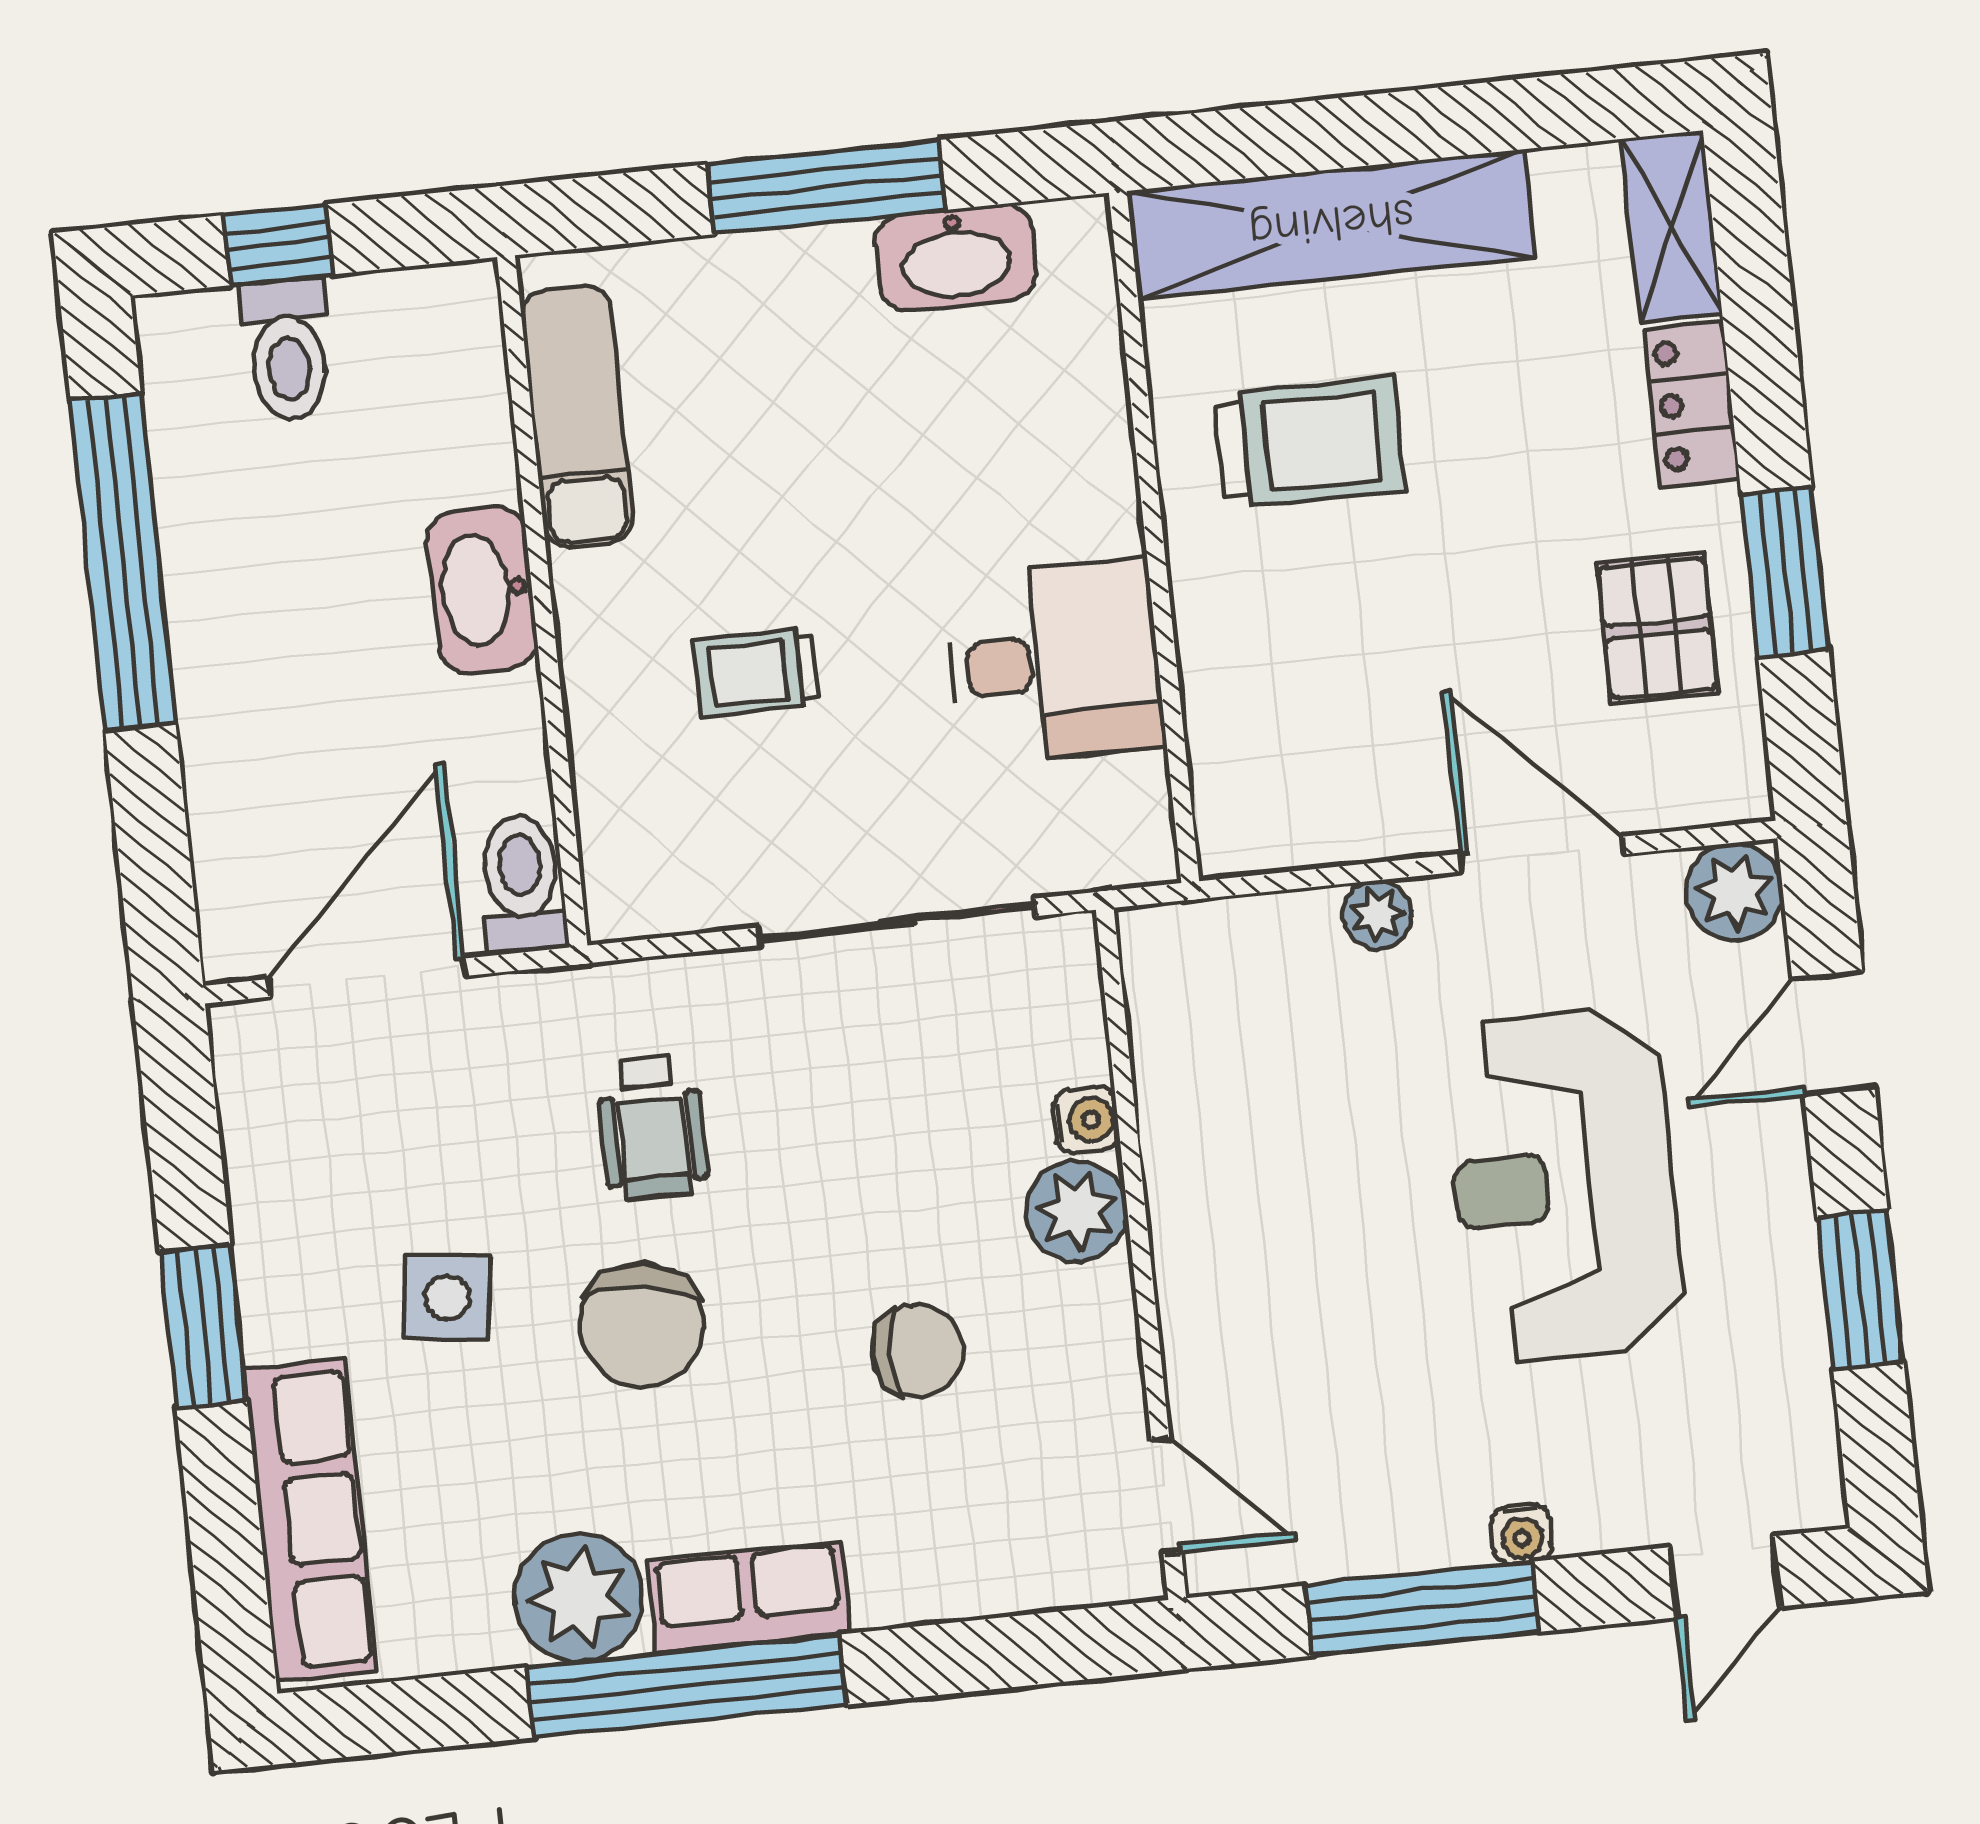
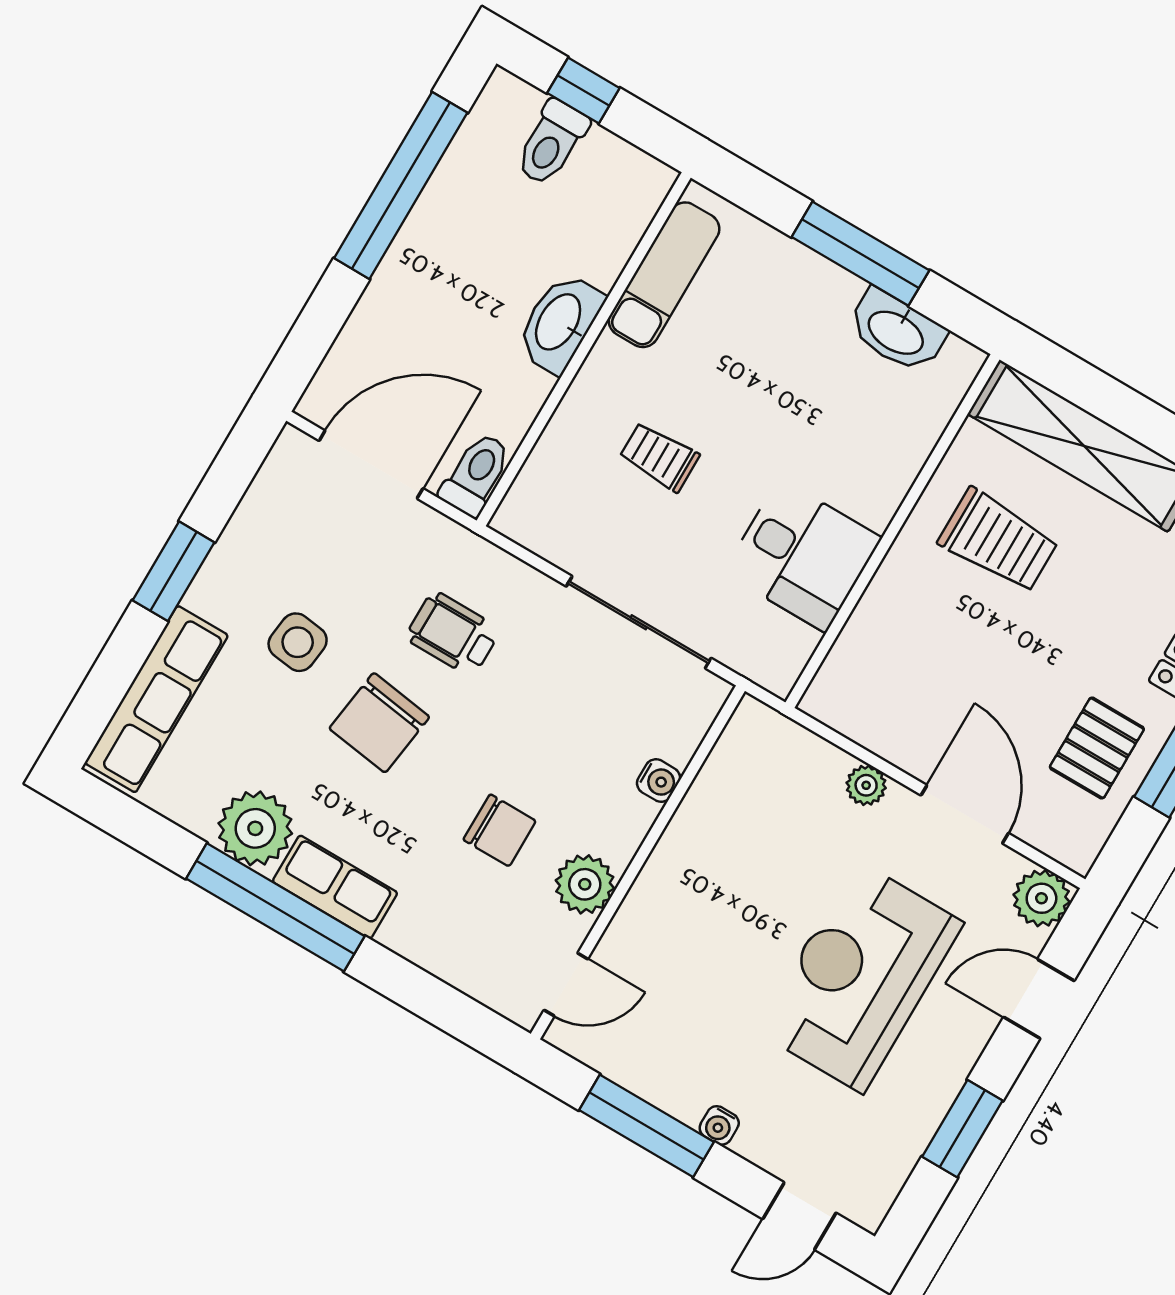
wheelchair: (652, 1127) -> (453, 634), turned 90
plant: (1077, 1211) -> (585, 884), moved
door: (1166, 1496) -> (566, 985), hinge flipped

